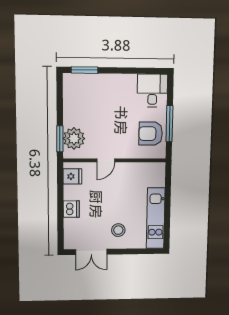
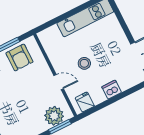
stool: (118, 230) -> (84, 63), moved

